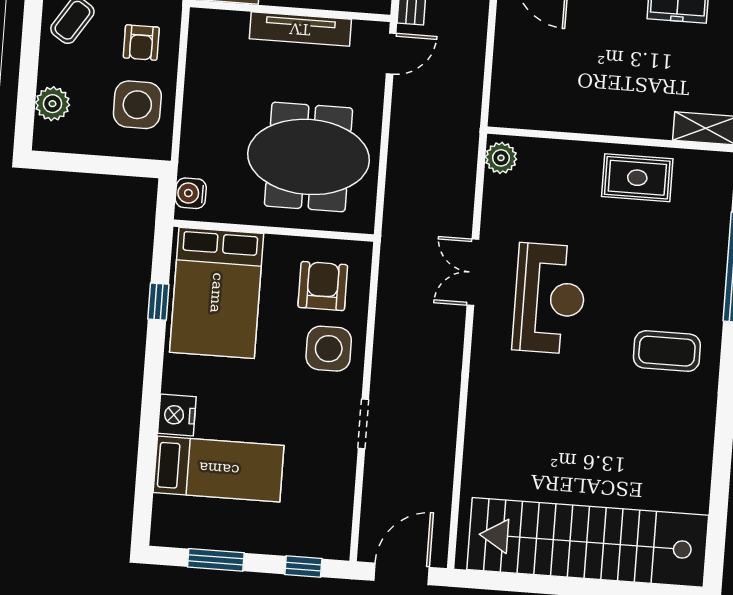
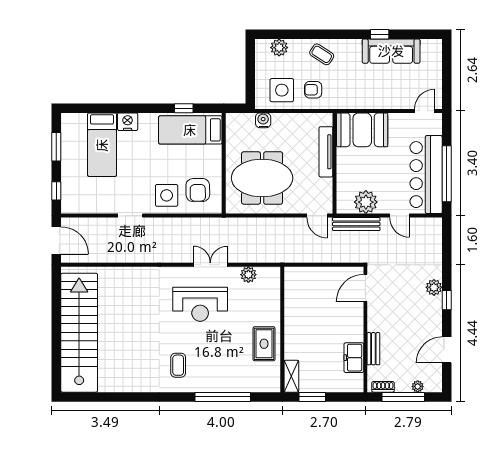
tv unit: (300, 29) -> (326, 152), moved
meeting table: (308, 157) -> (262, 178), turned 90
plant: (501, 158) -> (248, 275), moved
water cooler: (191, 193) -> (263, 120), moved
armchair: (323, 286) -> (198, 190), turned 89
bed: (217, 293) -> (190, 130), width x0.67
coffee table: (667, 351) -> (178, 365), width x0.73, depth x0.77

